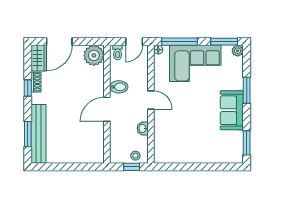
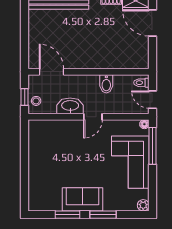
window: (224, 42) -> (153, 192), removed
plant: (94, 55) -> (139, 58), removed
door: (107, 109) -> (51, 72), moved
washbasin: (143, 128) -> (70, 106), width x1.91, depth x1.45
window: (247, 143) -> (67, 215), moved

